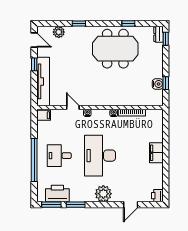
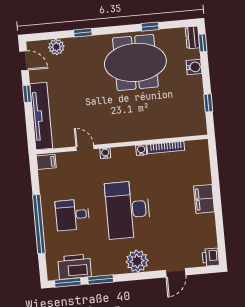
water cooler: (158, 84) -> (194, 67), moved

